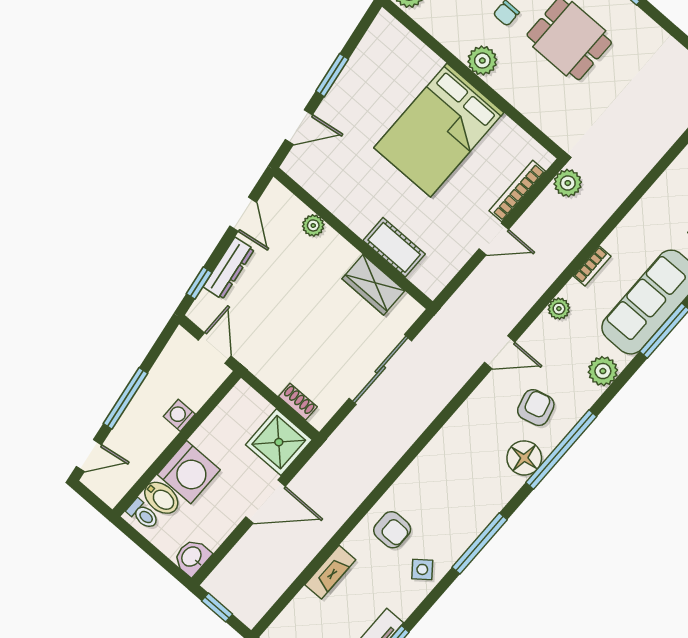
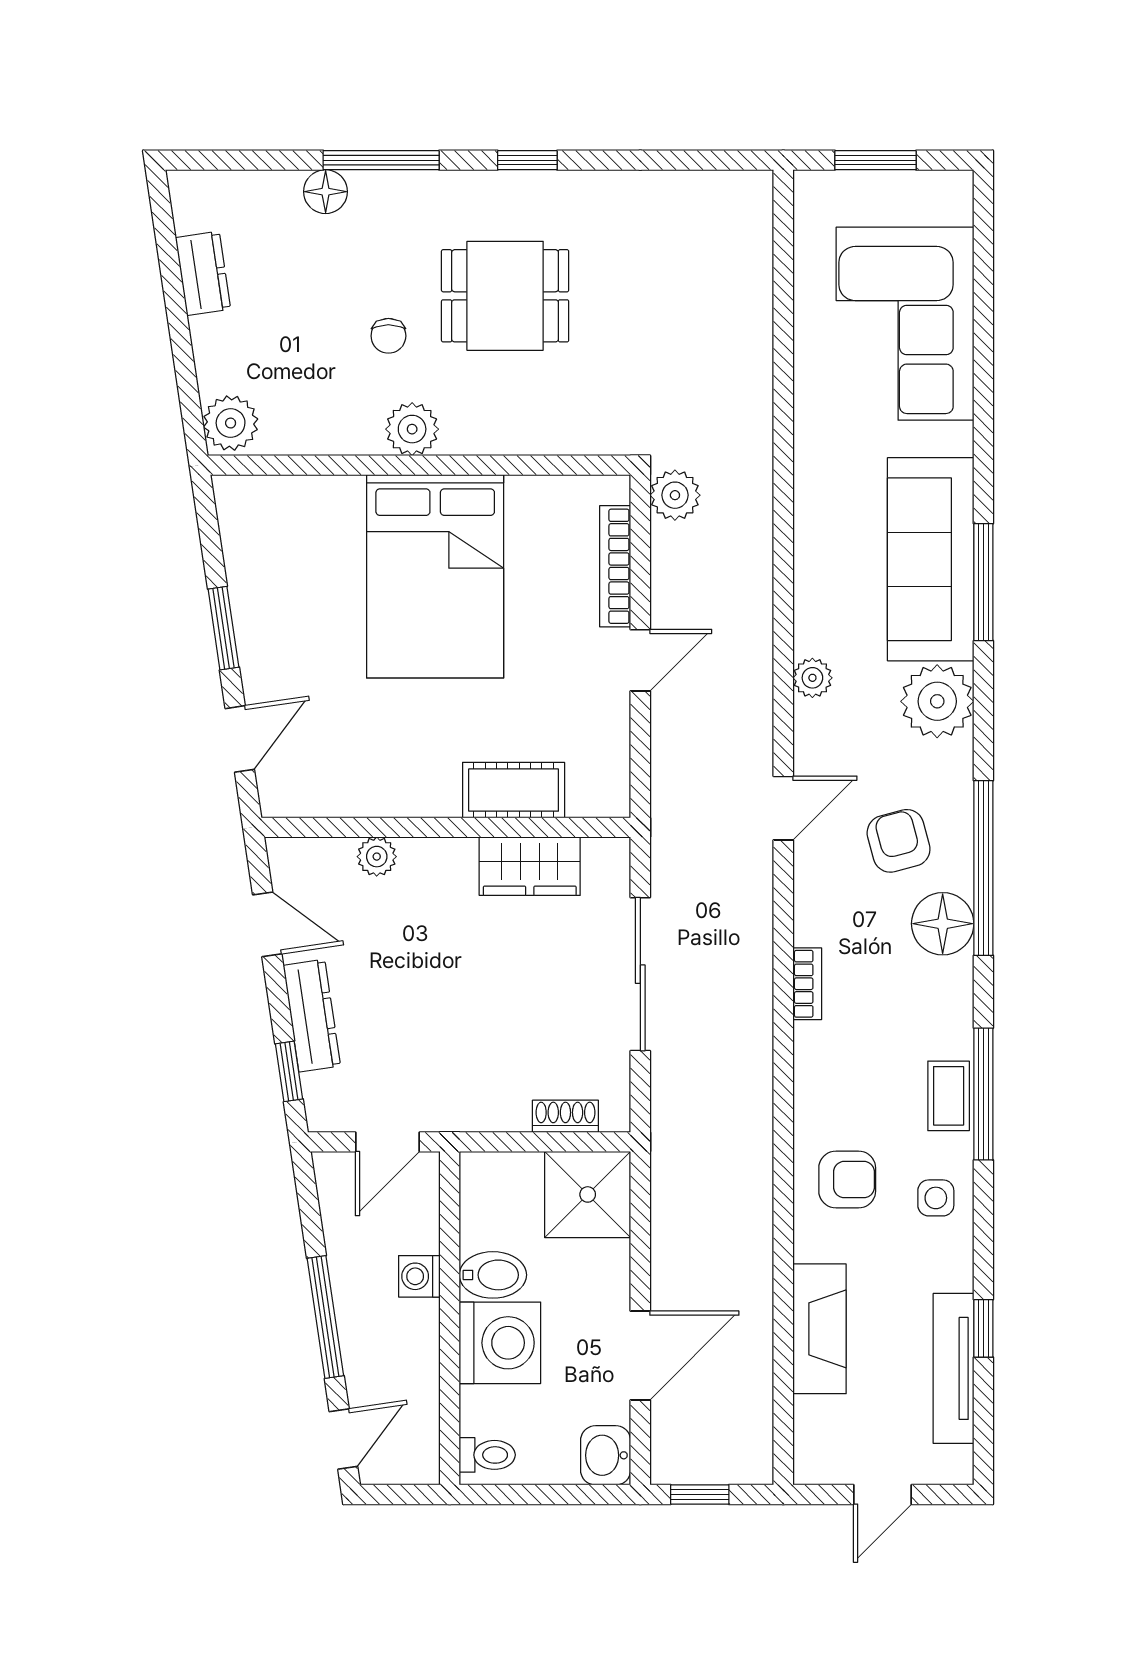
bookcase: (592, 266) -> (807, 984), moved
door: (215, 348) -> (388, 1142), swing flipped
plant: (603, 371) -> (937, 701), width x1.36, depth x1.36
bidet: (161, 498) -> (493, 1275), moved
door: (265, 502) -> (640, 1355), moved
coffee table: (464, 532) -> (949, 1096), added
side table: (422, 569) -> (936, 1198), turned 38
fireplace: (330, 572) -> (819, 1329), width x1.37, depth x1.32

